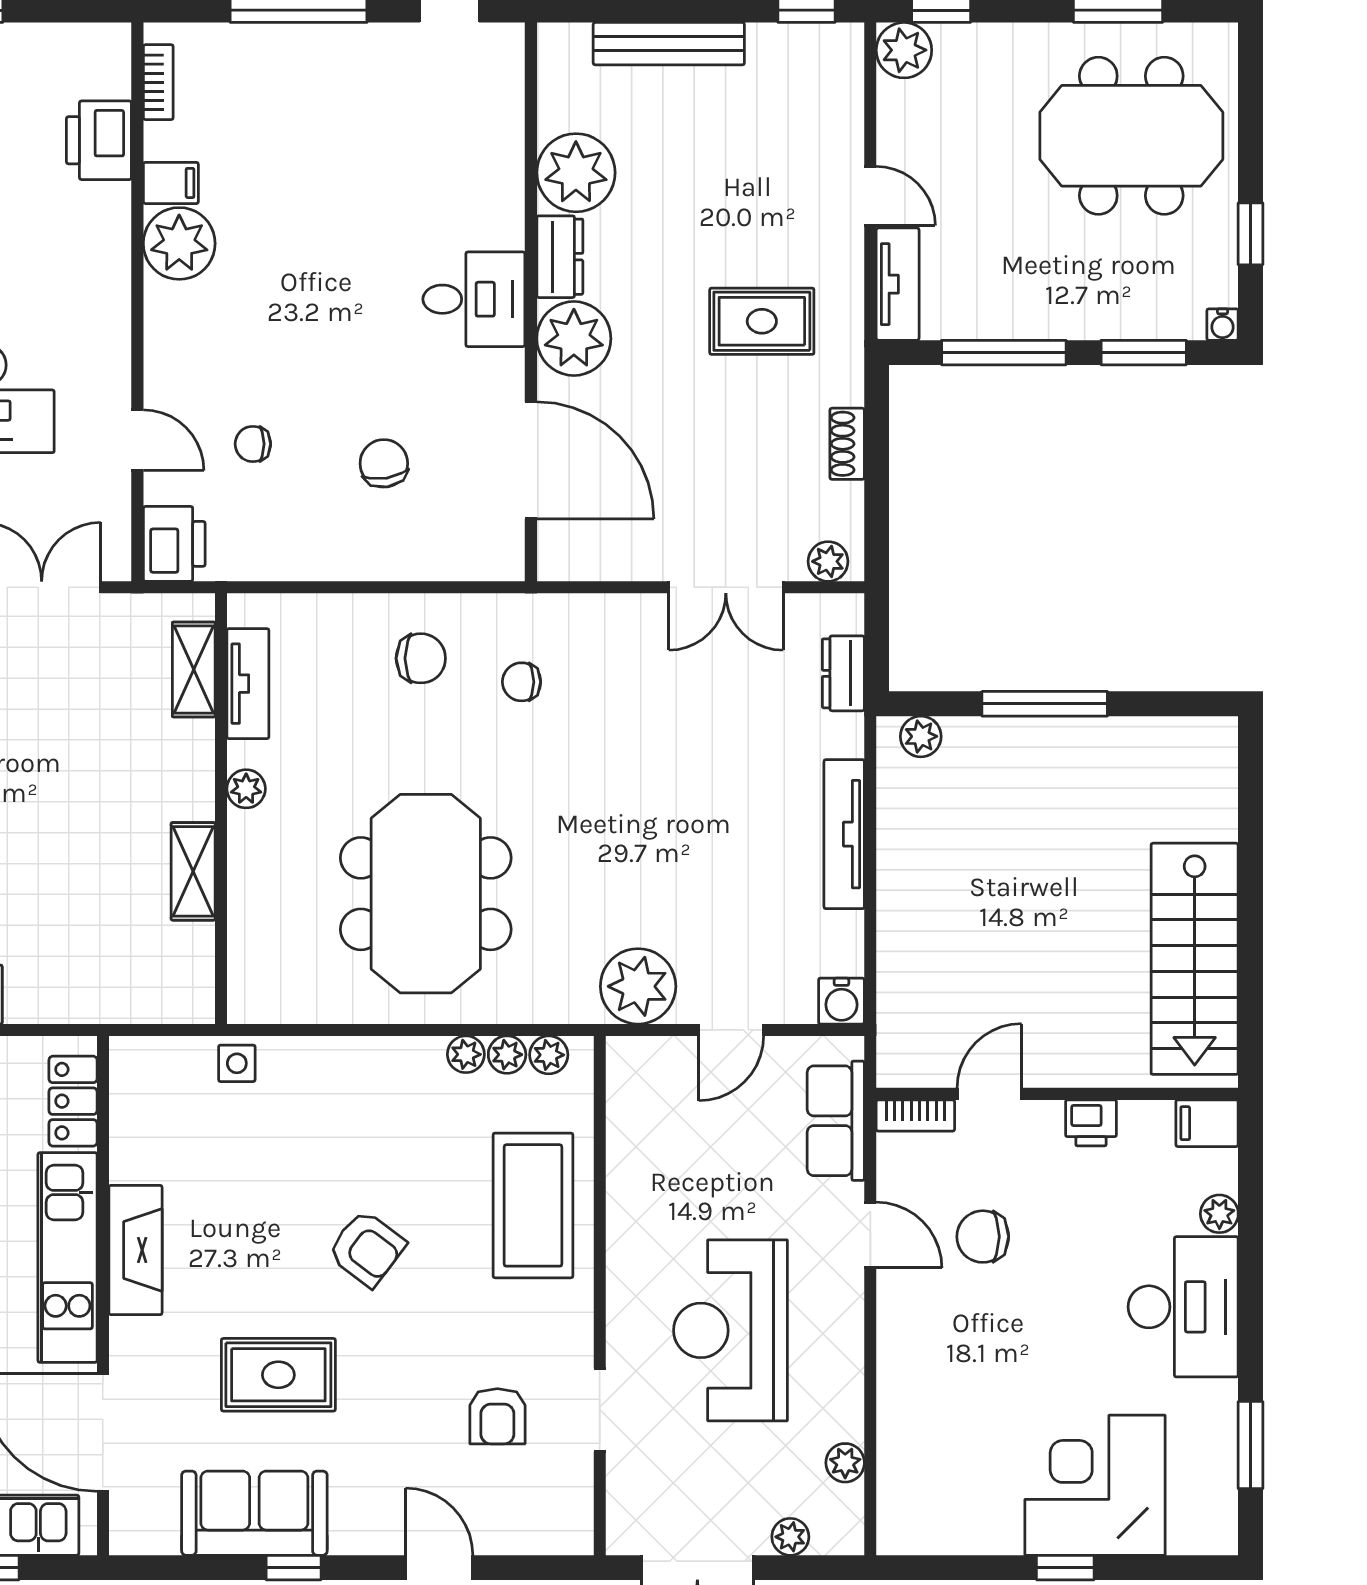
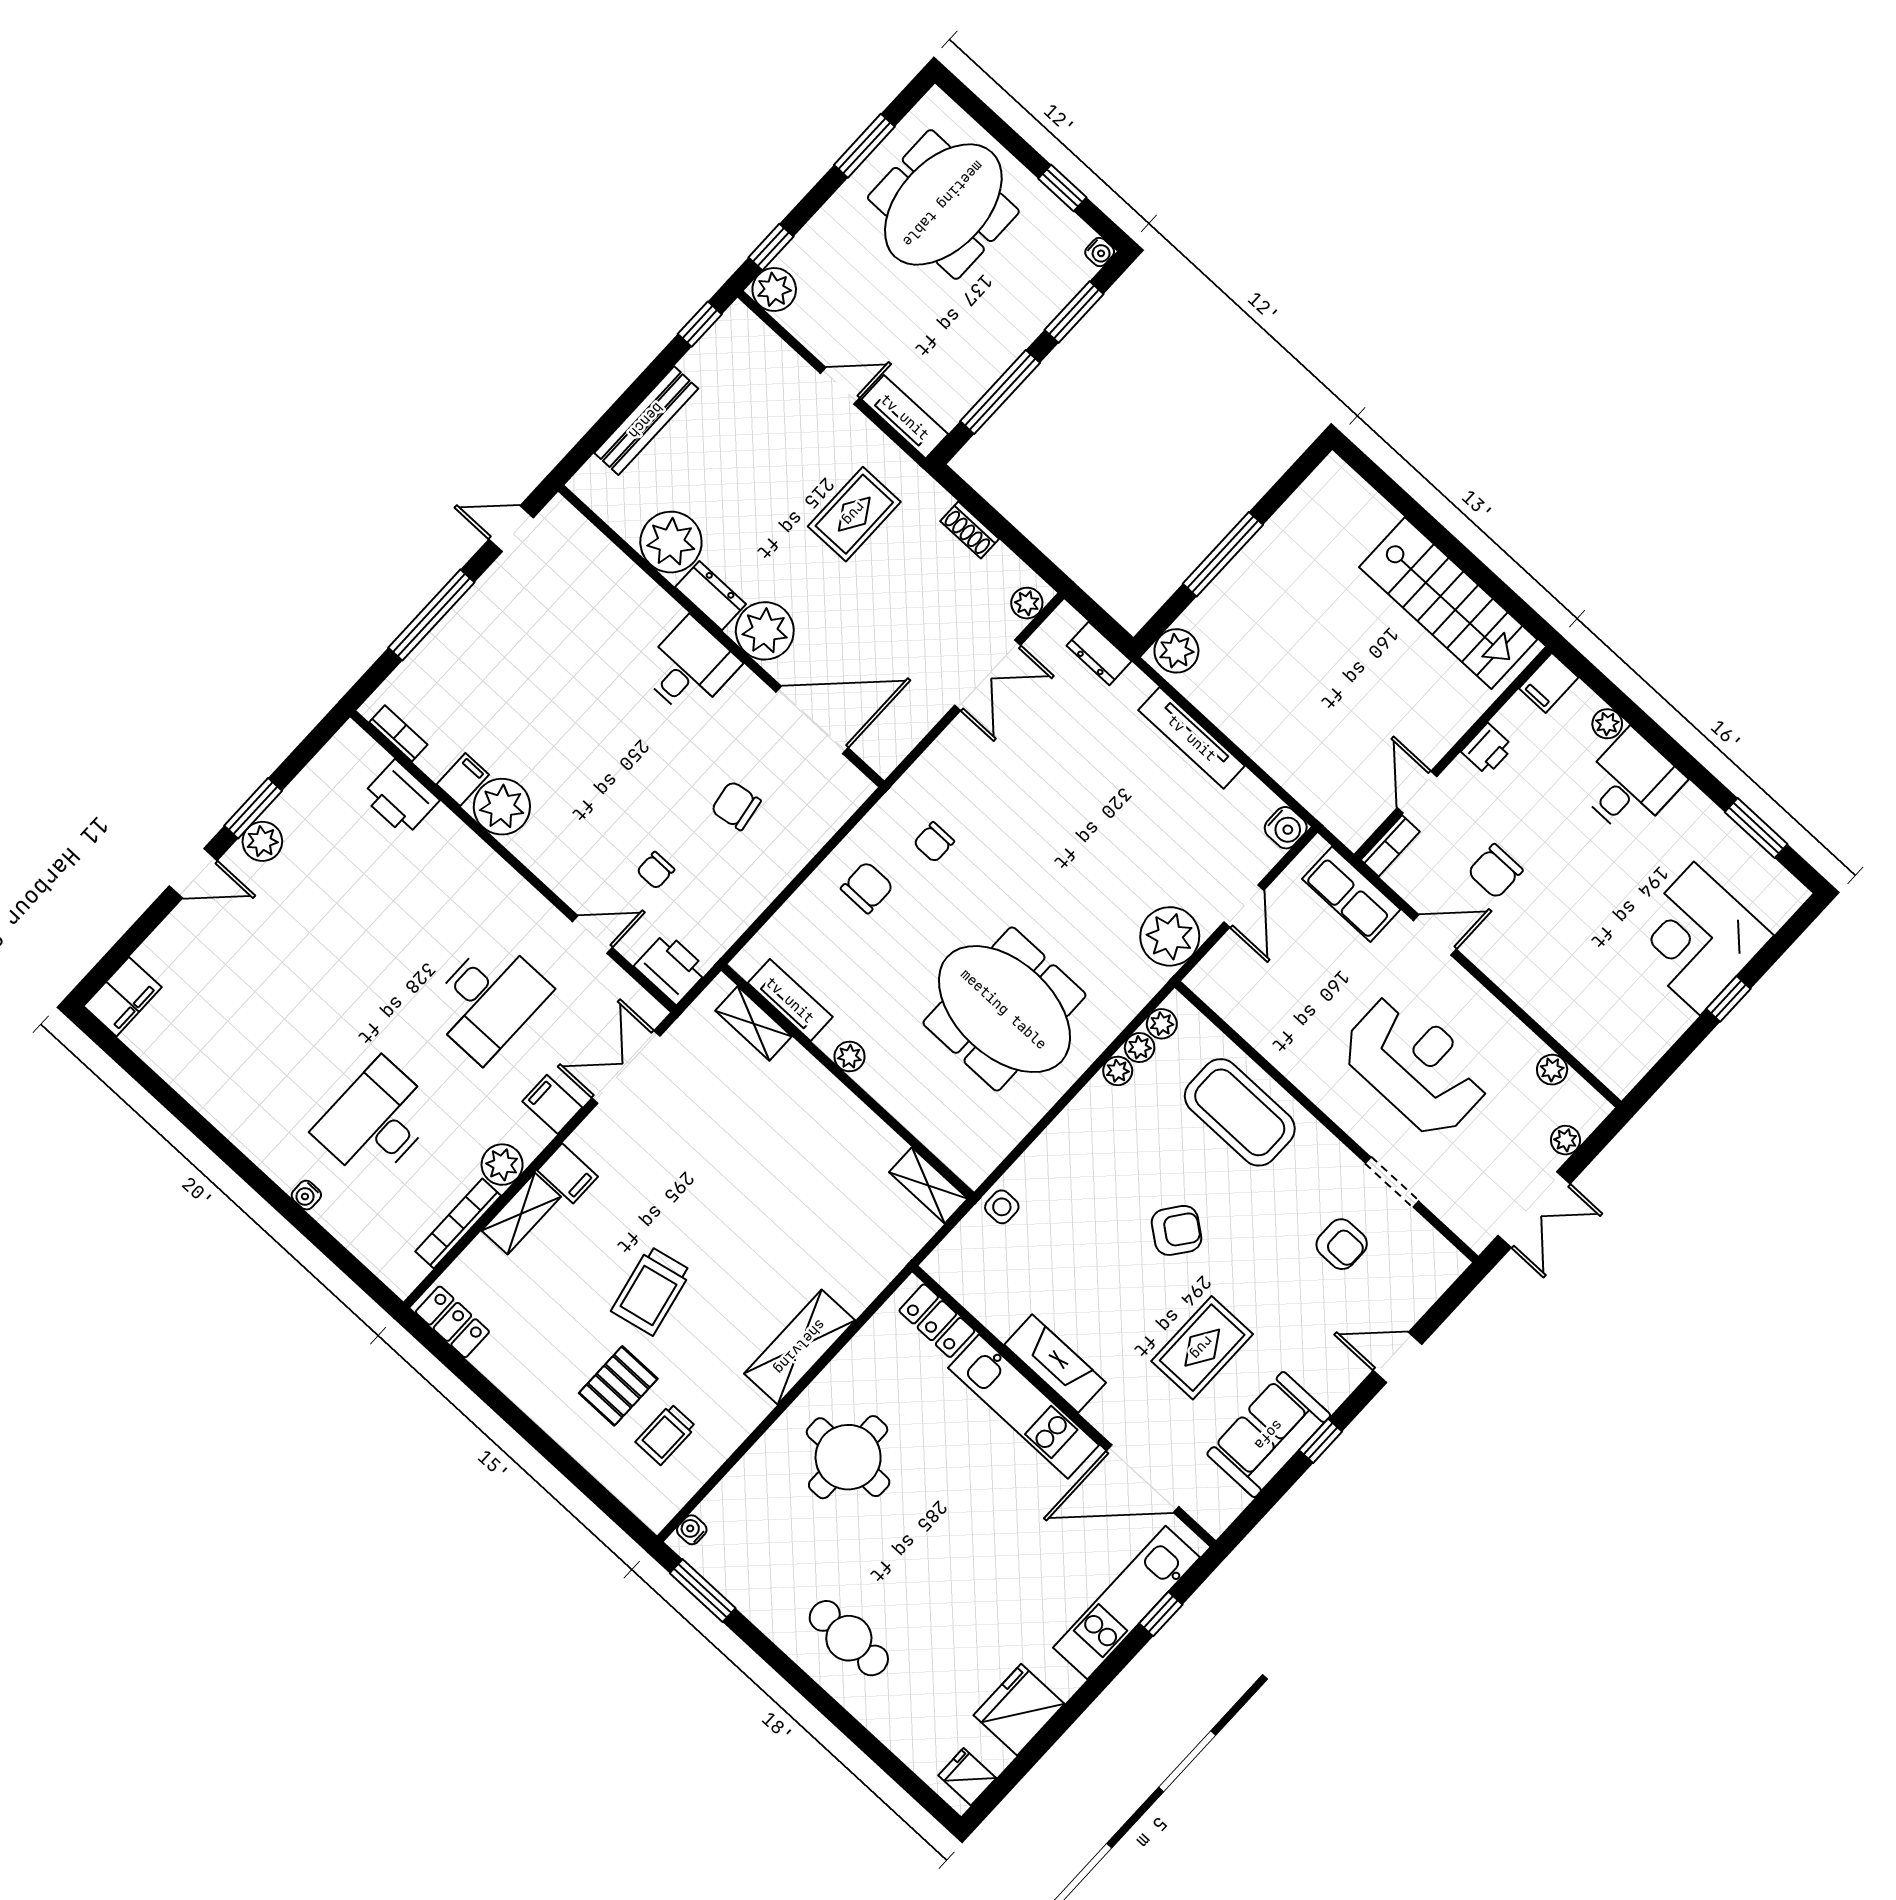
plant: (921, 736) -> (1176, 651), width x1.38, depth x1.38
shelving: (193, 871) -> (928, 1185), moved
desk: (1183, 1307) -> (1630, 784), width x0.73
reception desk: (730, 1330) -> (1416, 1065), turned 180

